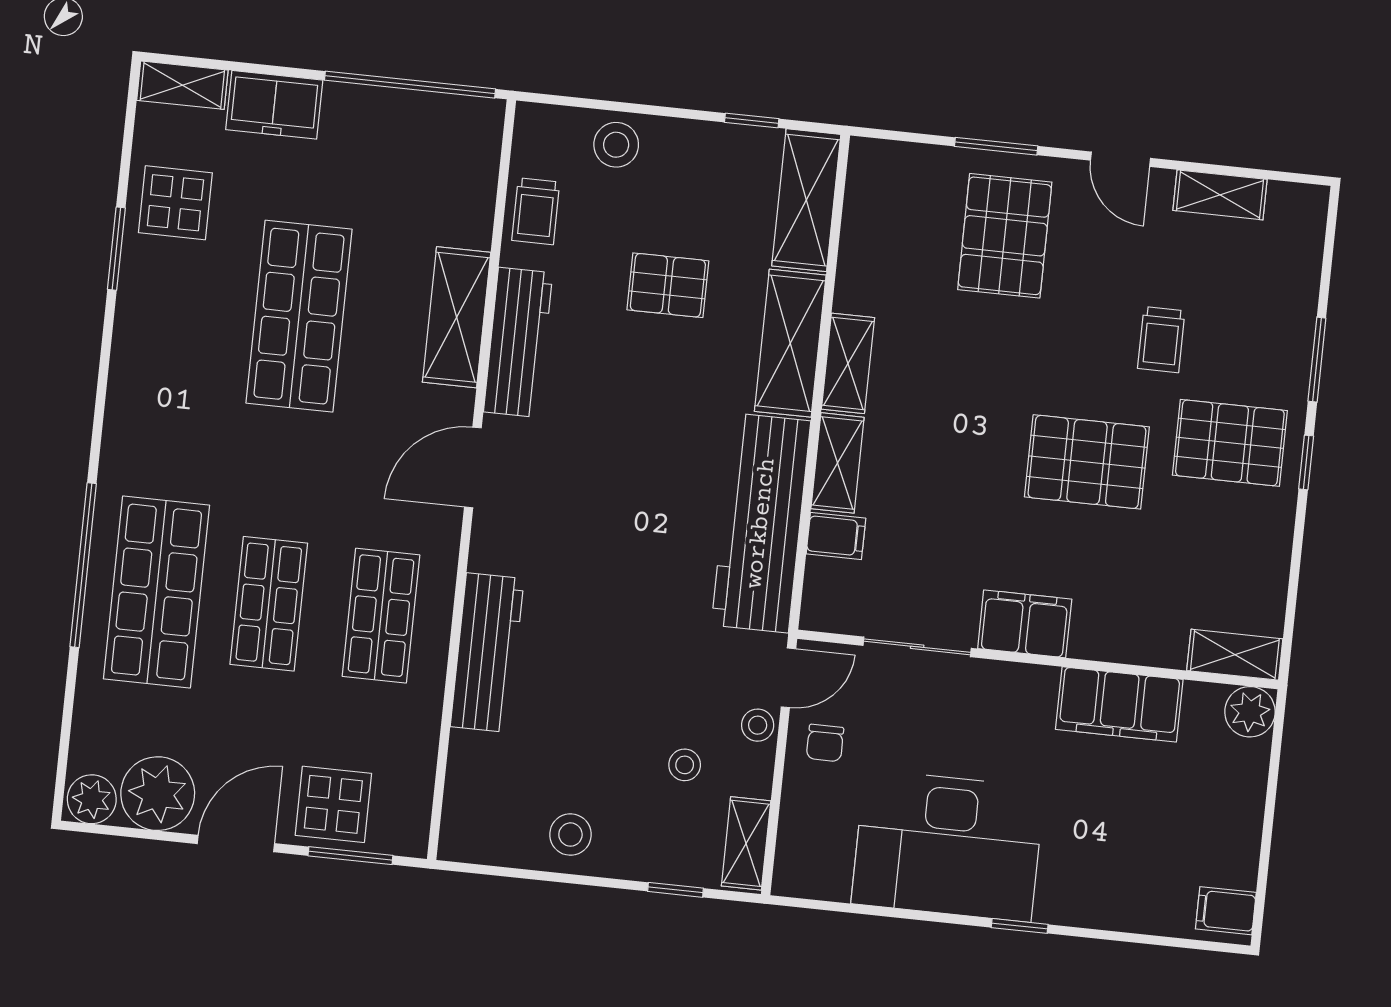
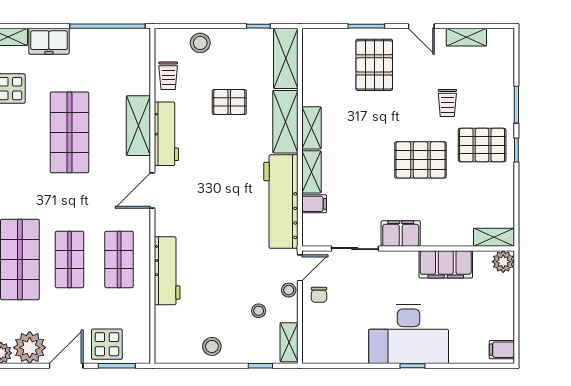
desk: (948, 846) -> (409, 334), moved

